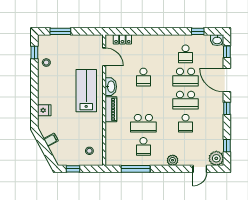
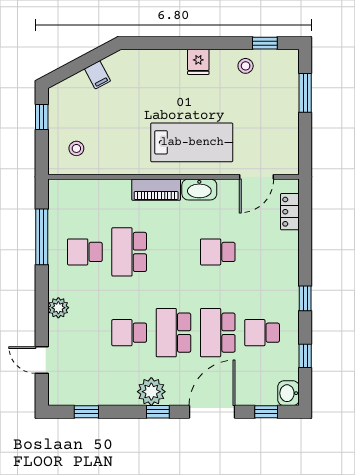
window: (168, 31) -> (305, 298), added
fridge: (44, 110) -> (198, 62), moved
plant: (216, 158) -> (151, 392), moved

